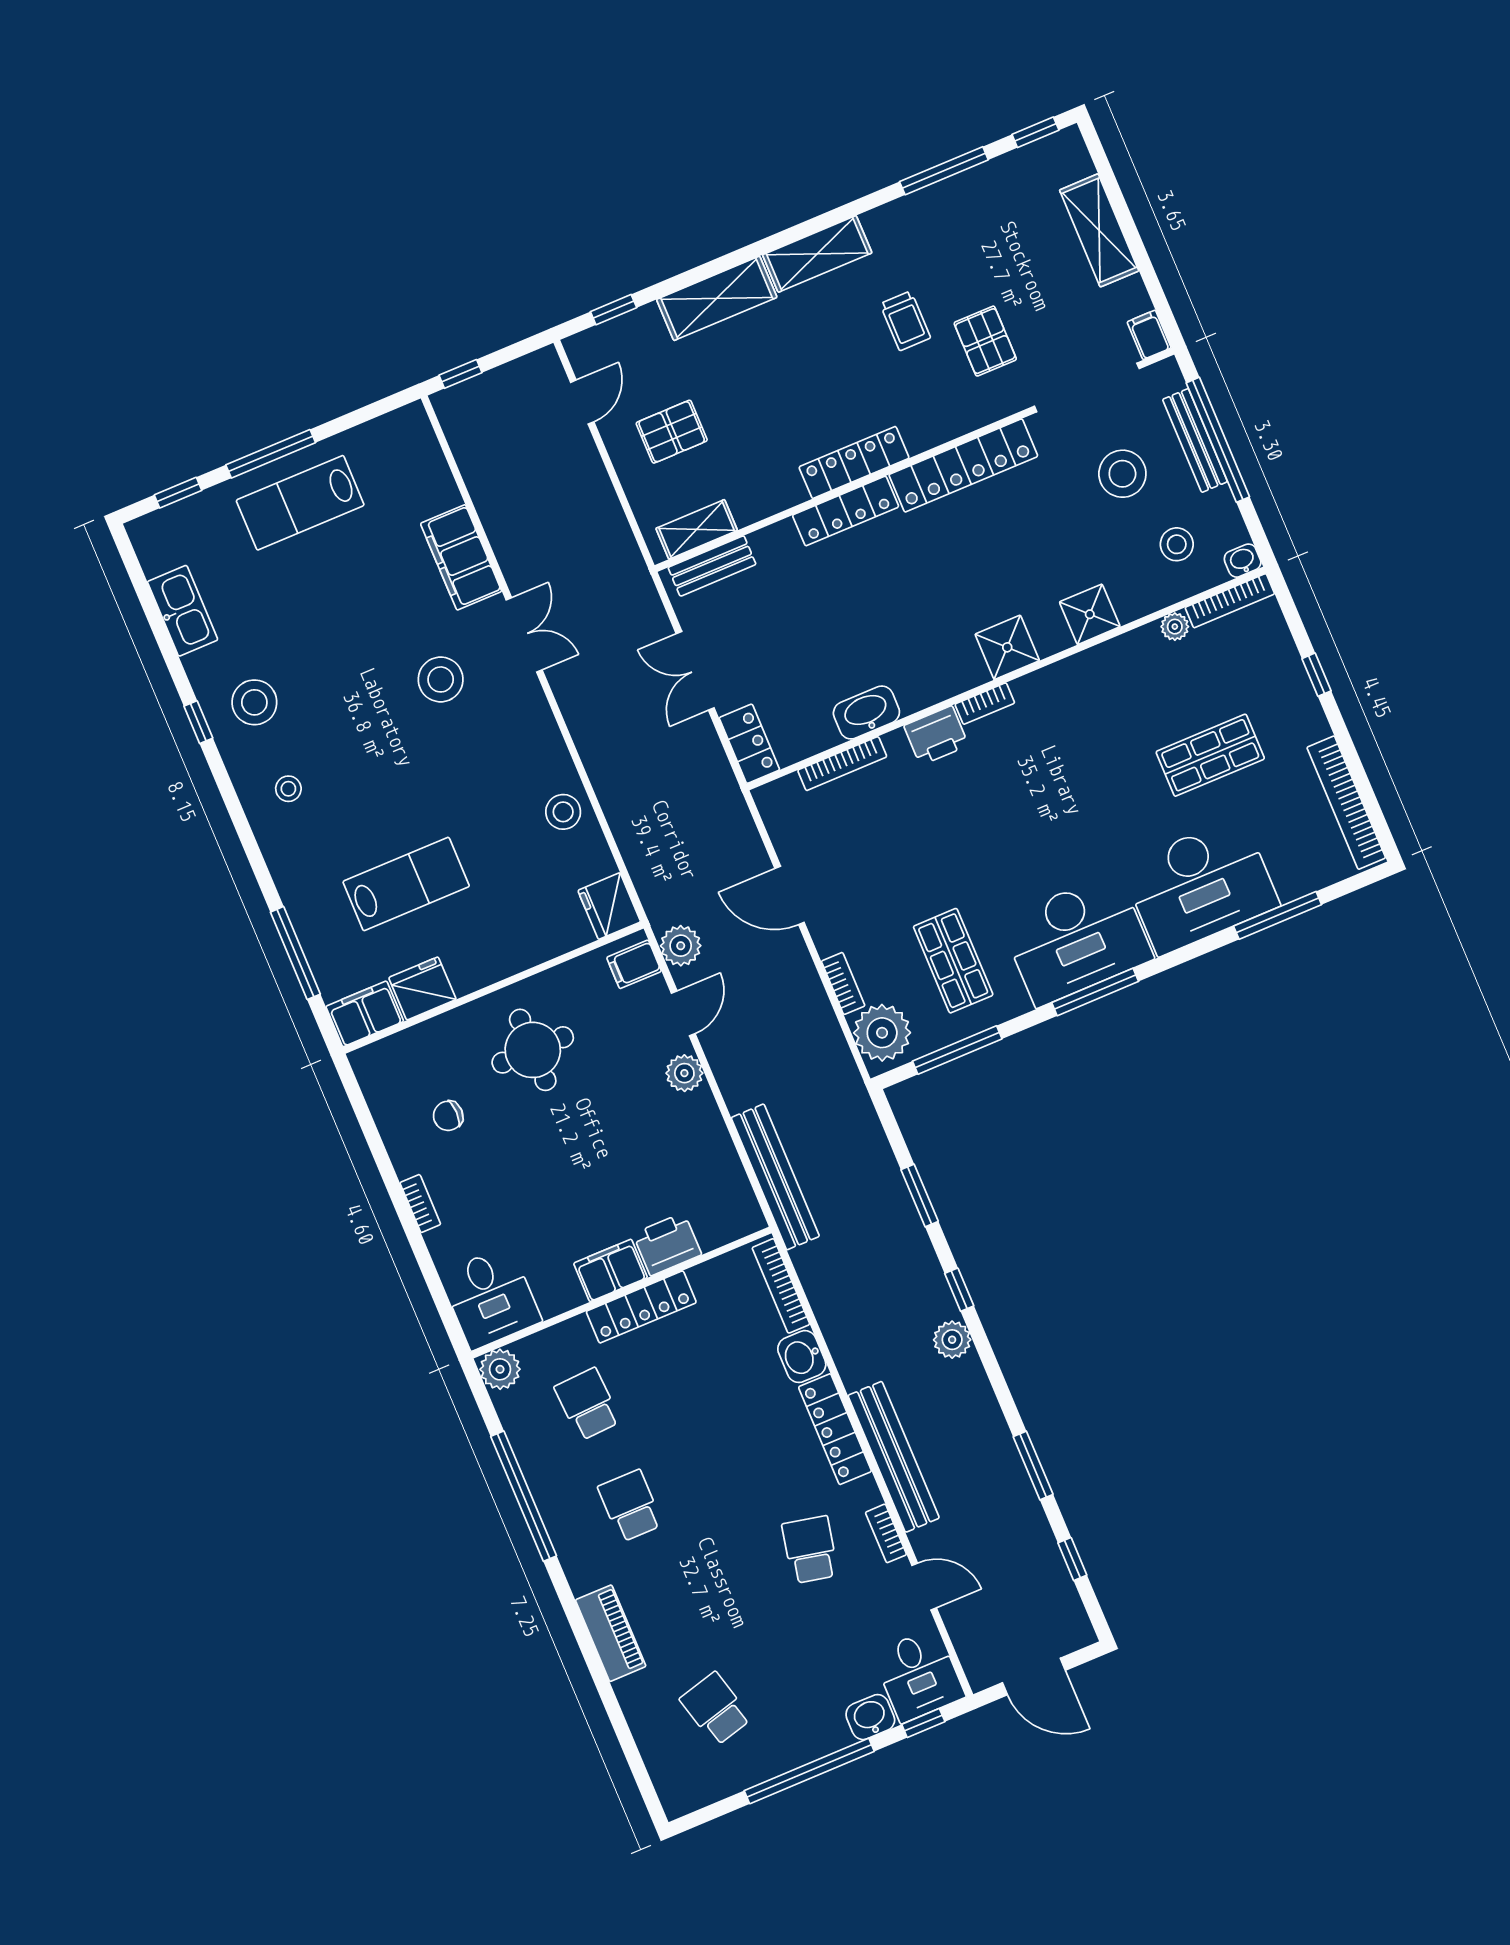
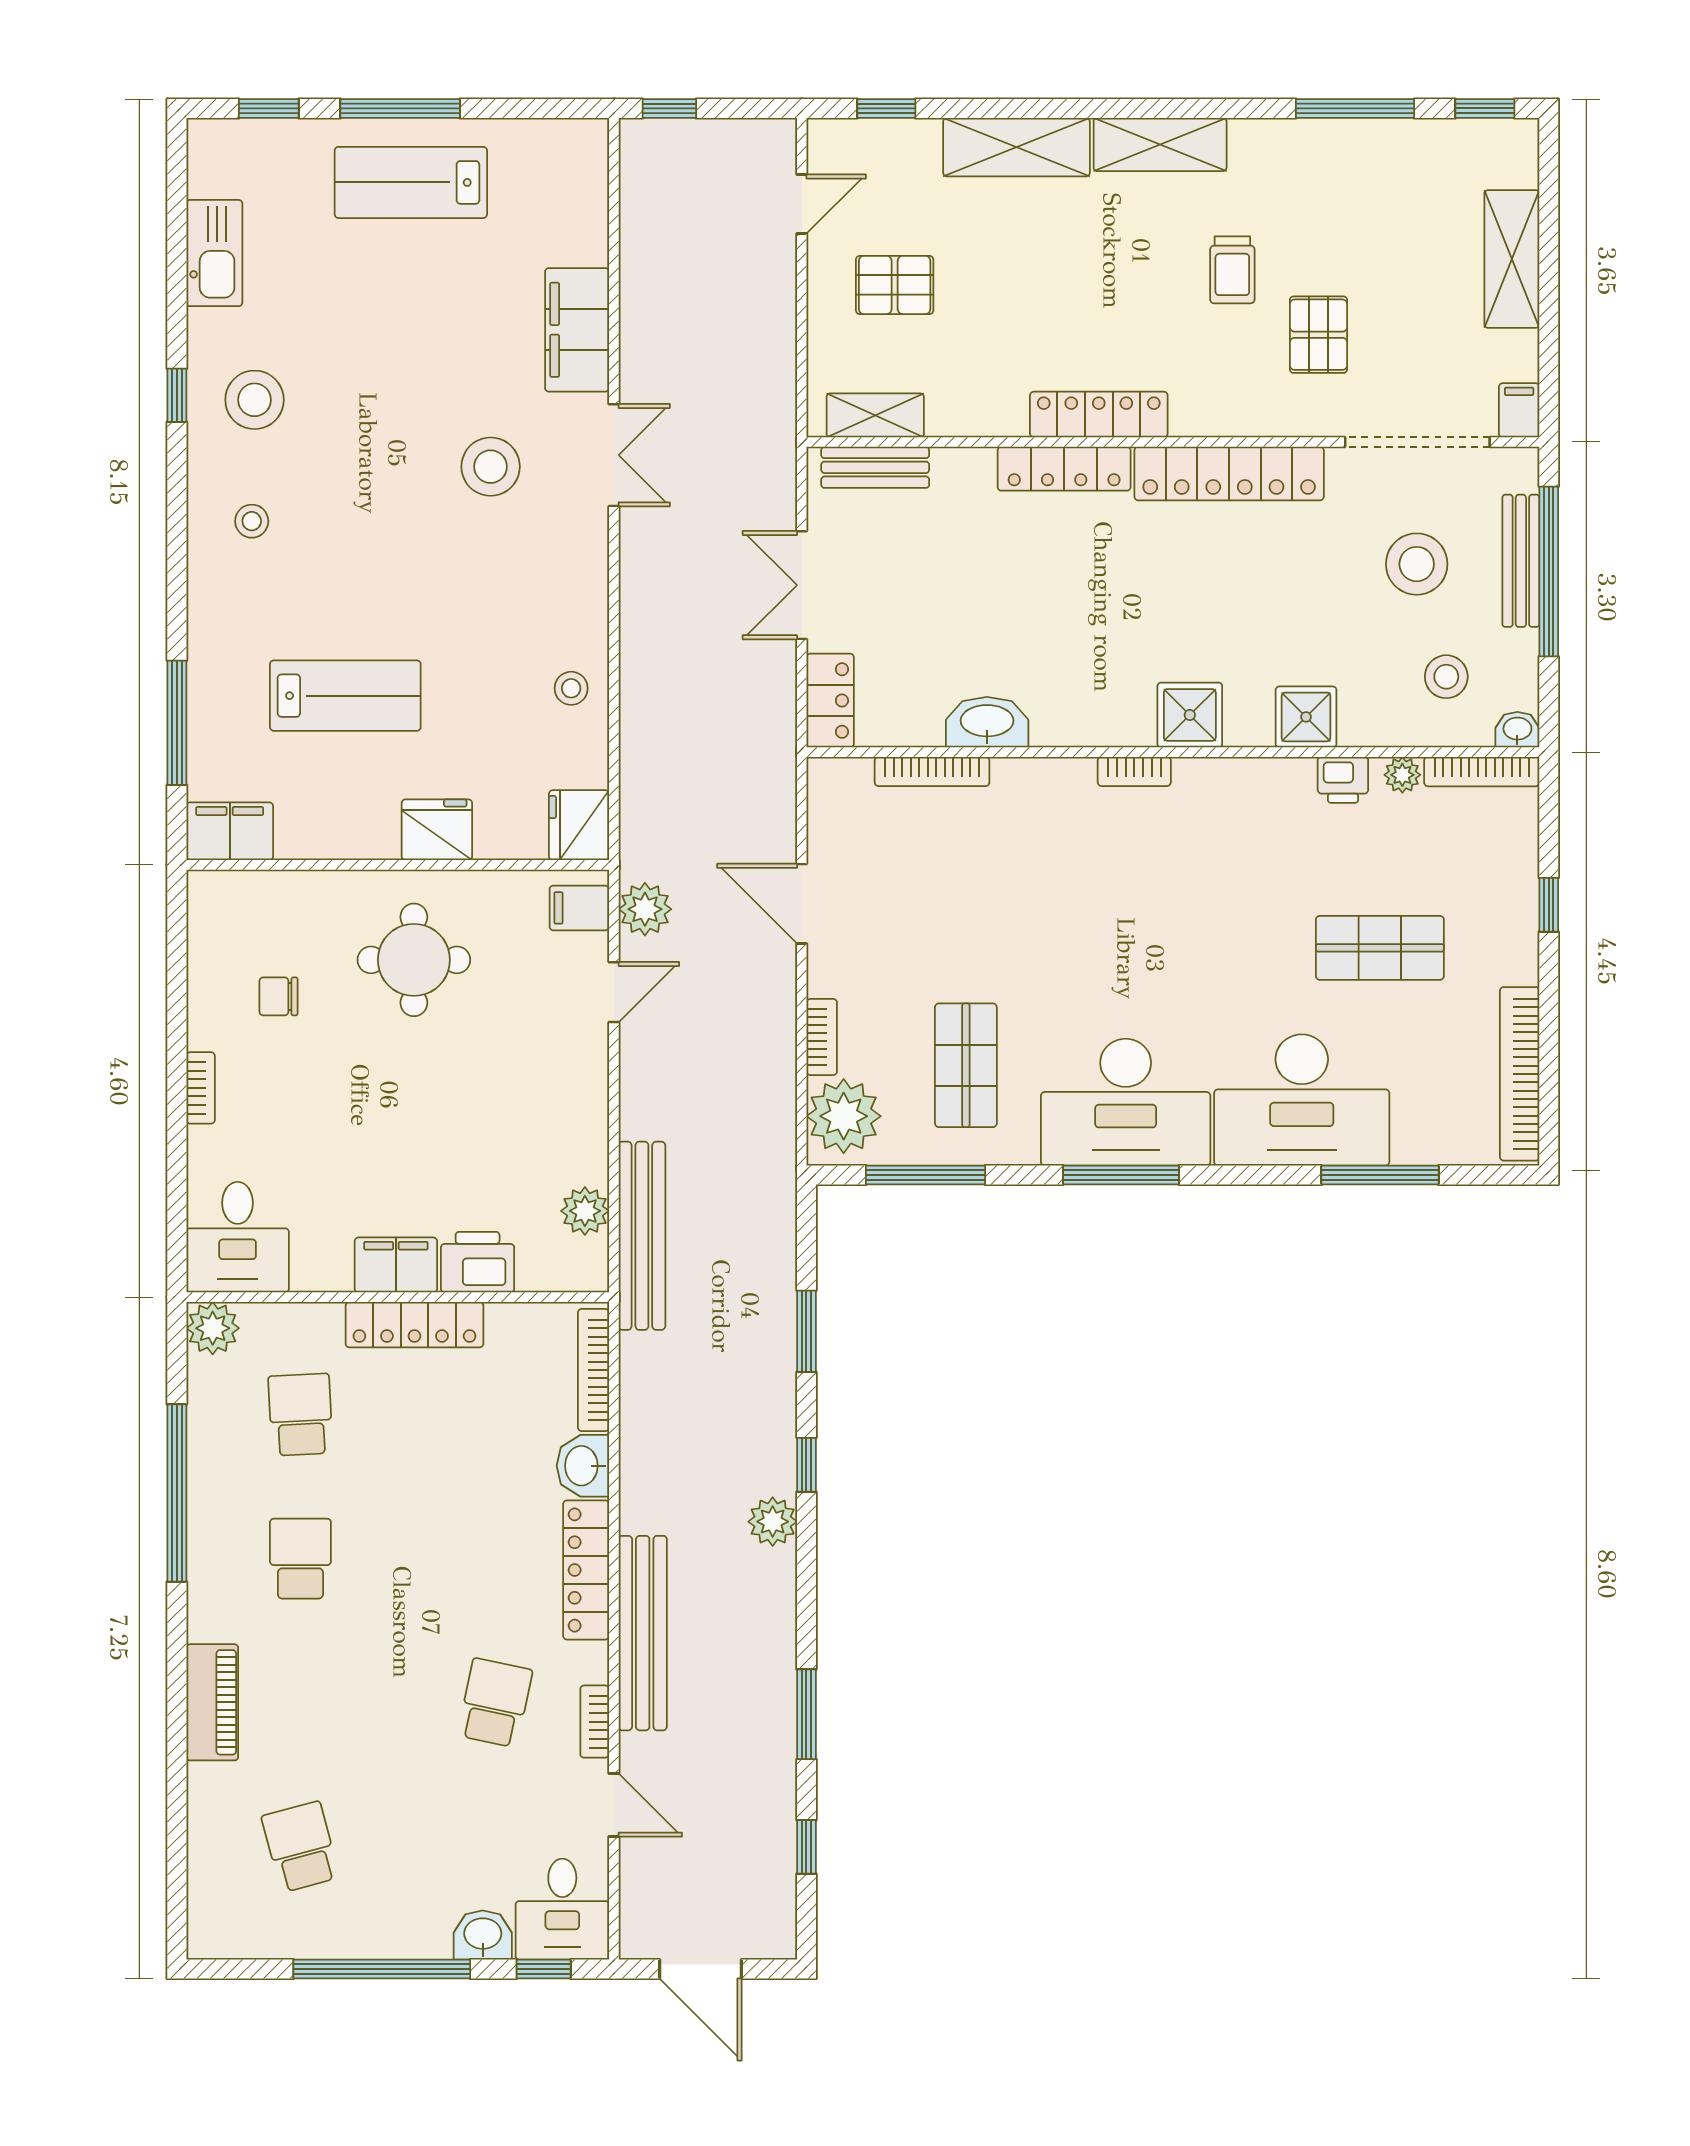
printer: (936, 736) -> (1343, 780), moved, width x0.73, depth x0.81
stool: (563, 812) -> (571, 688), width x0.73, depth x0.73
fridge: (422, 988) -> (437, 830), moved
plant: (684, 1073) -> (585, 1211), moved

